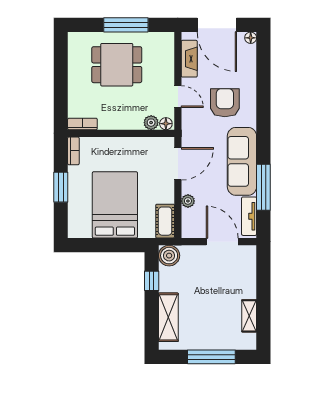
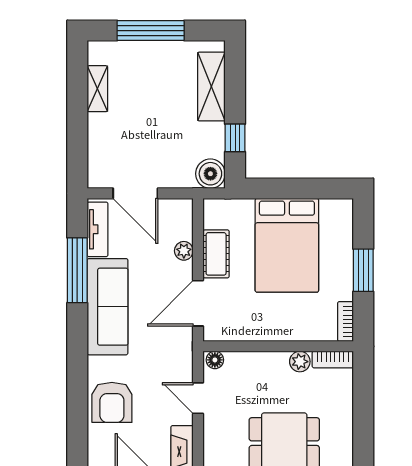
armchair: (225, 103) -> (112, 402), moved
plant: (151, 123) -> (300, 362), moved
cot: (165, 221) -> (216, 254), moved

